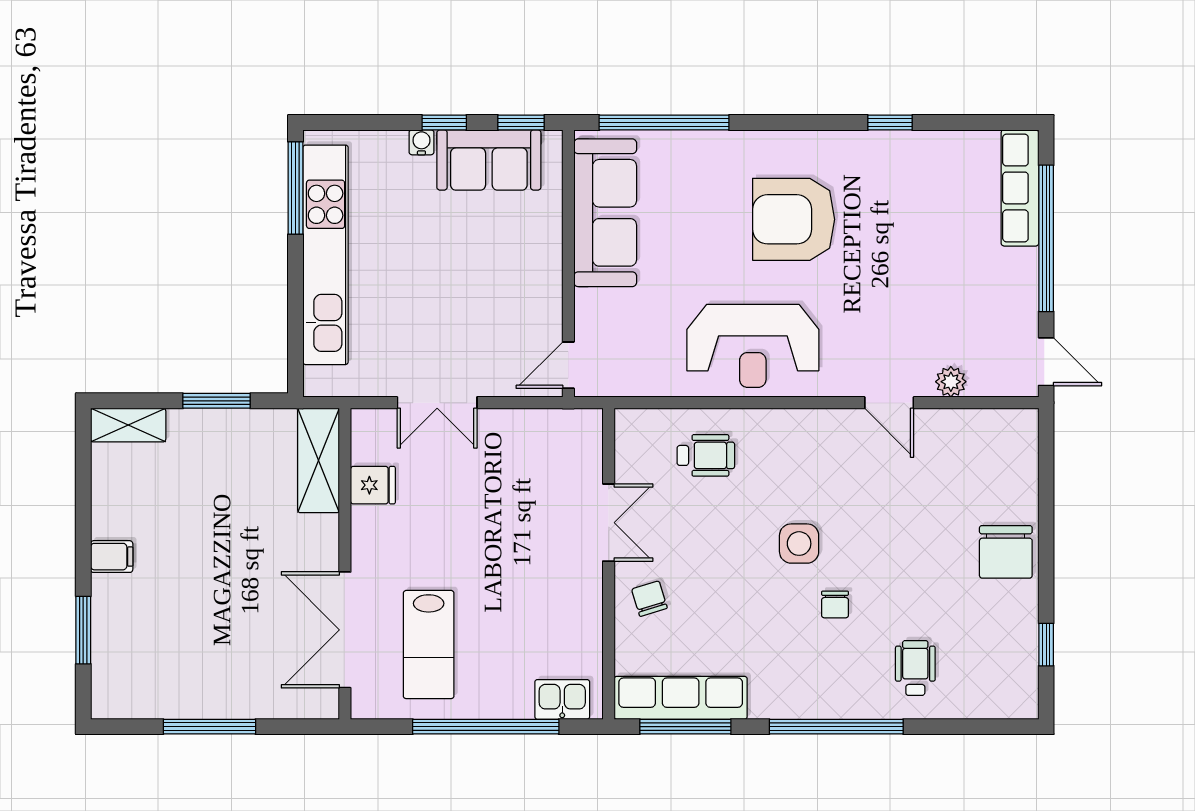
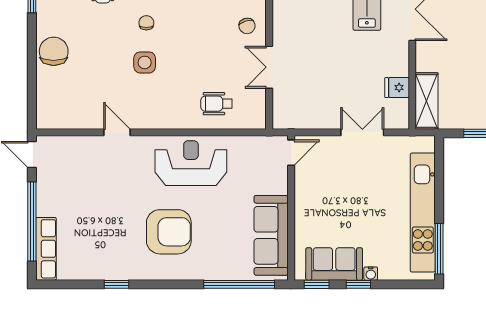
plant: (951, 382) -> (83, 144), removed
side table: (799, 544) -> (145, 62), moved

